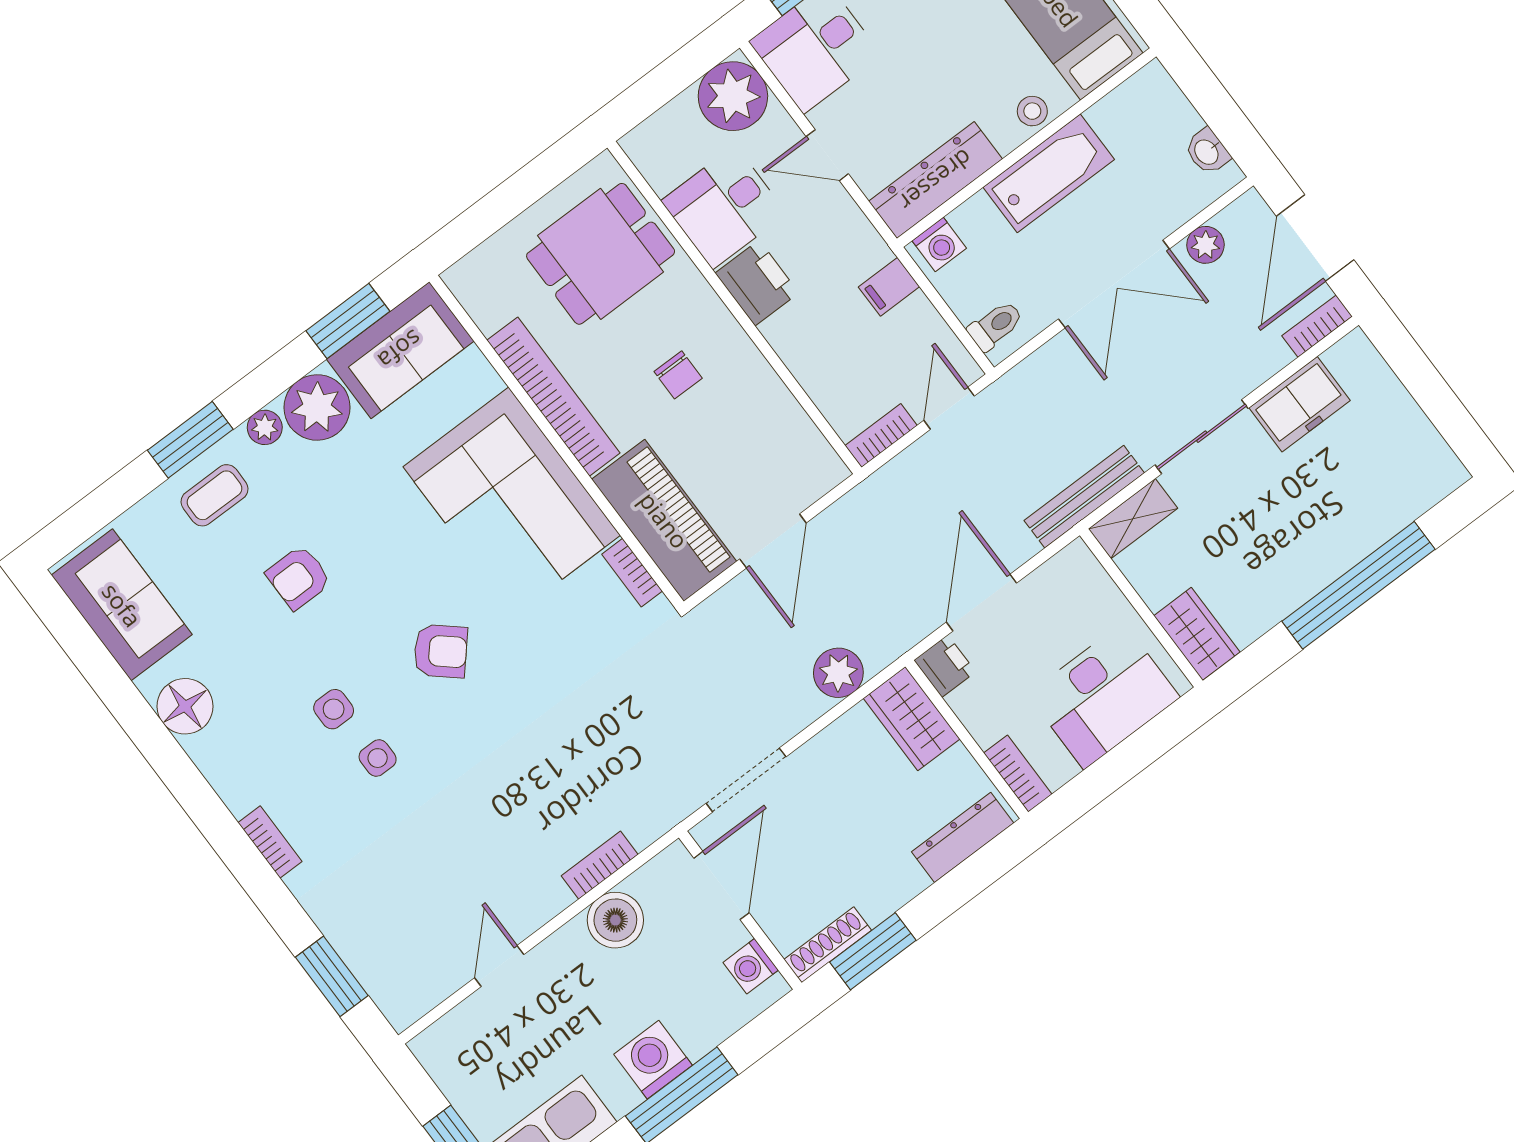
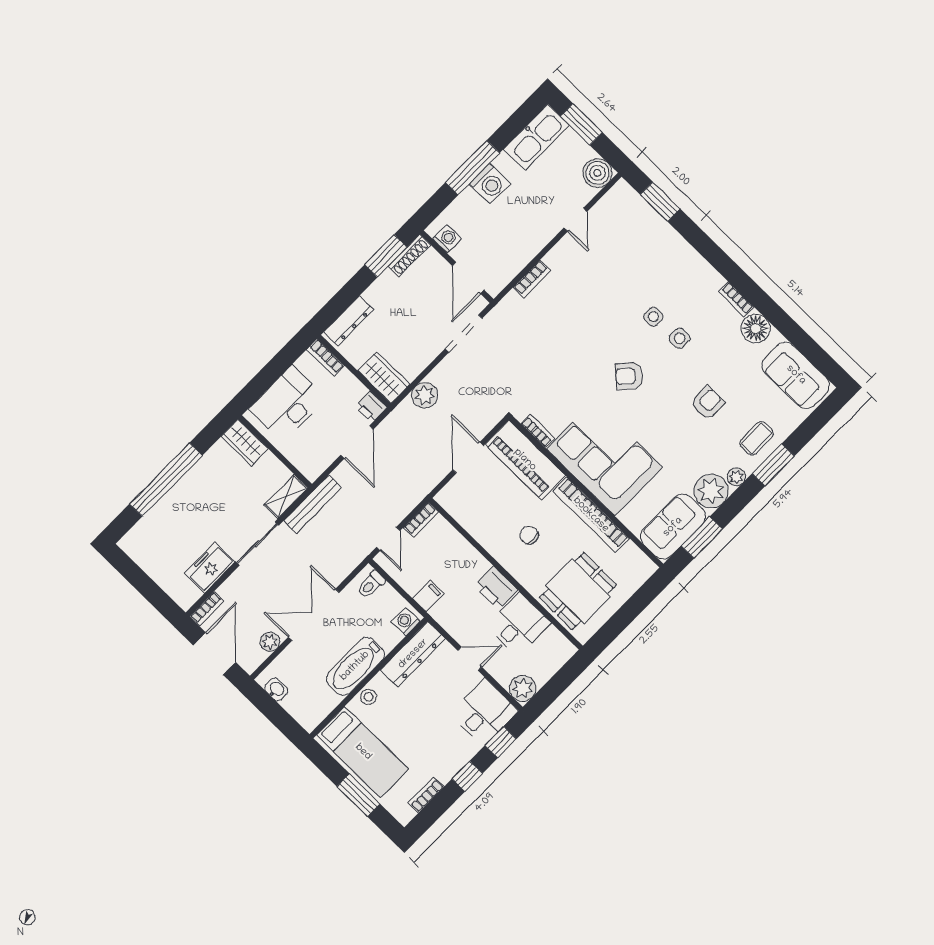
plant: (733, 96) -> (523, 688), width x0.73, depth x0.73
bookcase: (270, 842) -> (736, 299), moved
boiler: (615, 920) -> (597, 173), moved

